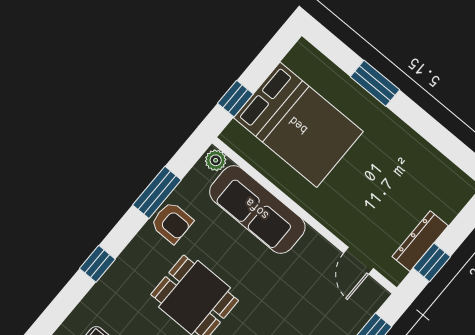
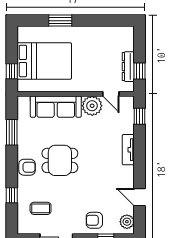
plant: (216, 160) -> (92, 106), moved, width x1.88, depth x1.88
armchair: (172, 222) -> (27, 167), moved
window: (97, 264) -> (12, 195), moved

